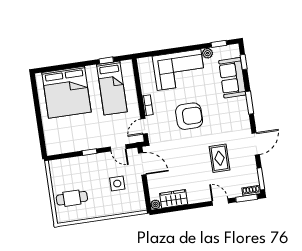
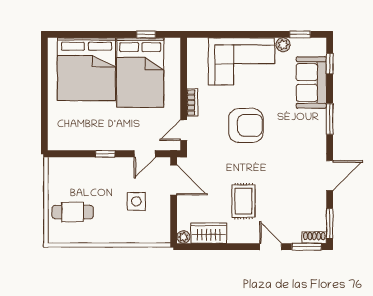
bed: (112, 88) -> (140, 73), width x1.50
door: (118, 148) -> (145, 154), hinge flipped
rug: (219, 158) -> (243, 201), moved

